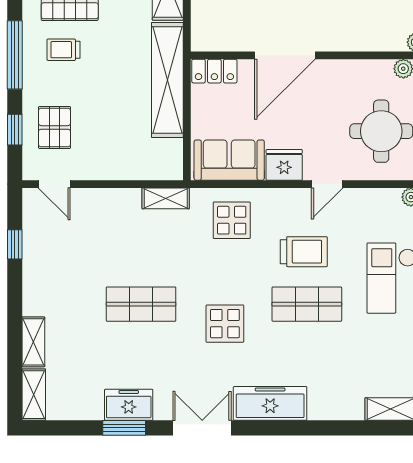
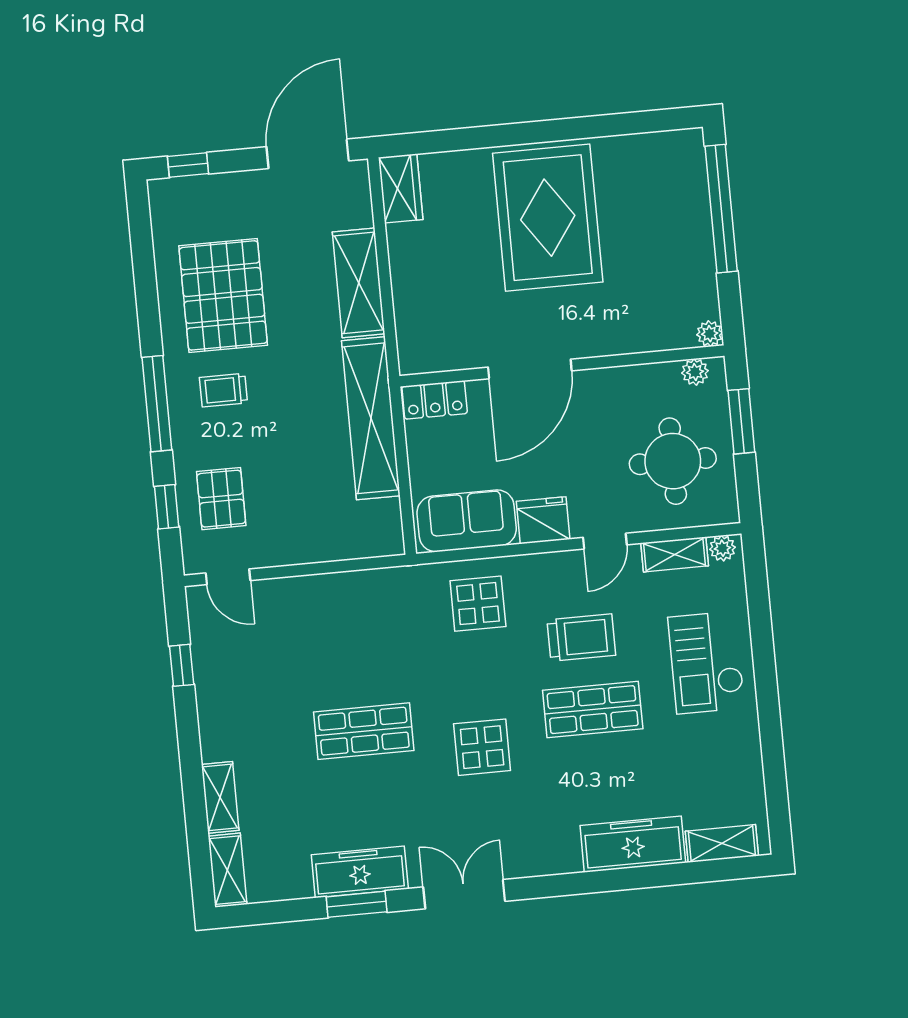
shelving: (166, 198) -> (675, 554), moved
freezer: (270, 403) -> (633, 844), moved
freezer: (129, 405) -> (360, 872), width x1.40

